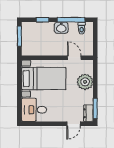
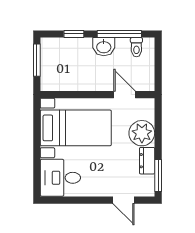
dresser: (88, 113) -> (147, 161), moved
door: (74, 124) -> (124, 200), hinge flipped

